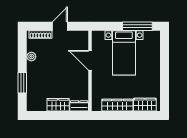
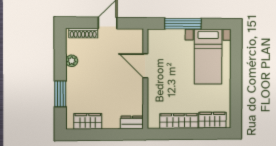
window: (137, 26) -> (183, 24), moved
bed with nightstands: (124, 53) -> (208, 57), moved
wardrobe: (58, 105) -> (88, 121), moved

